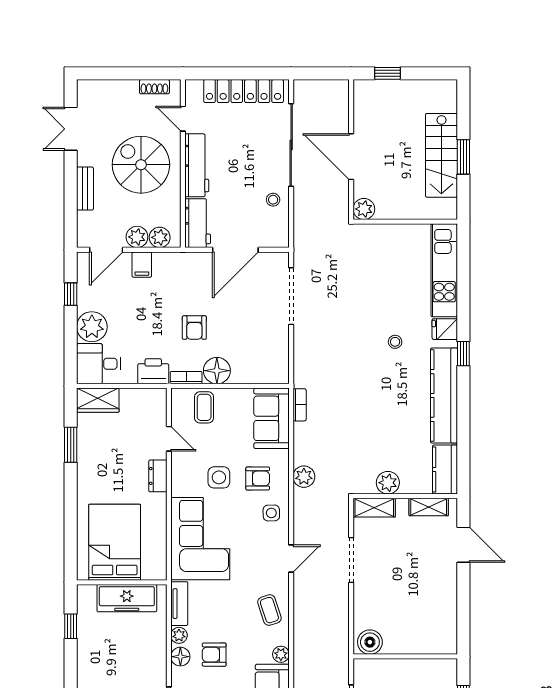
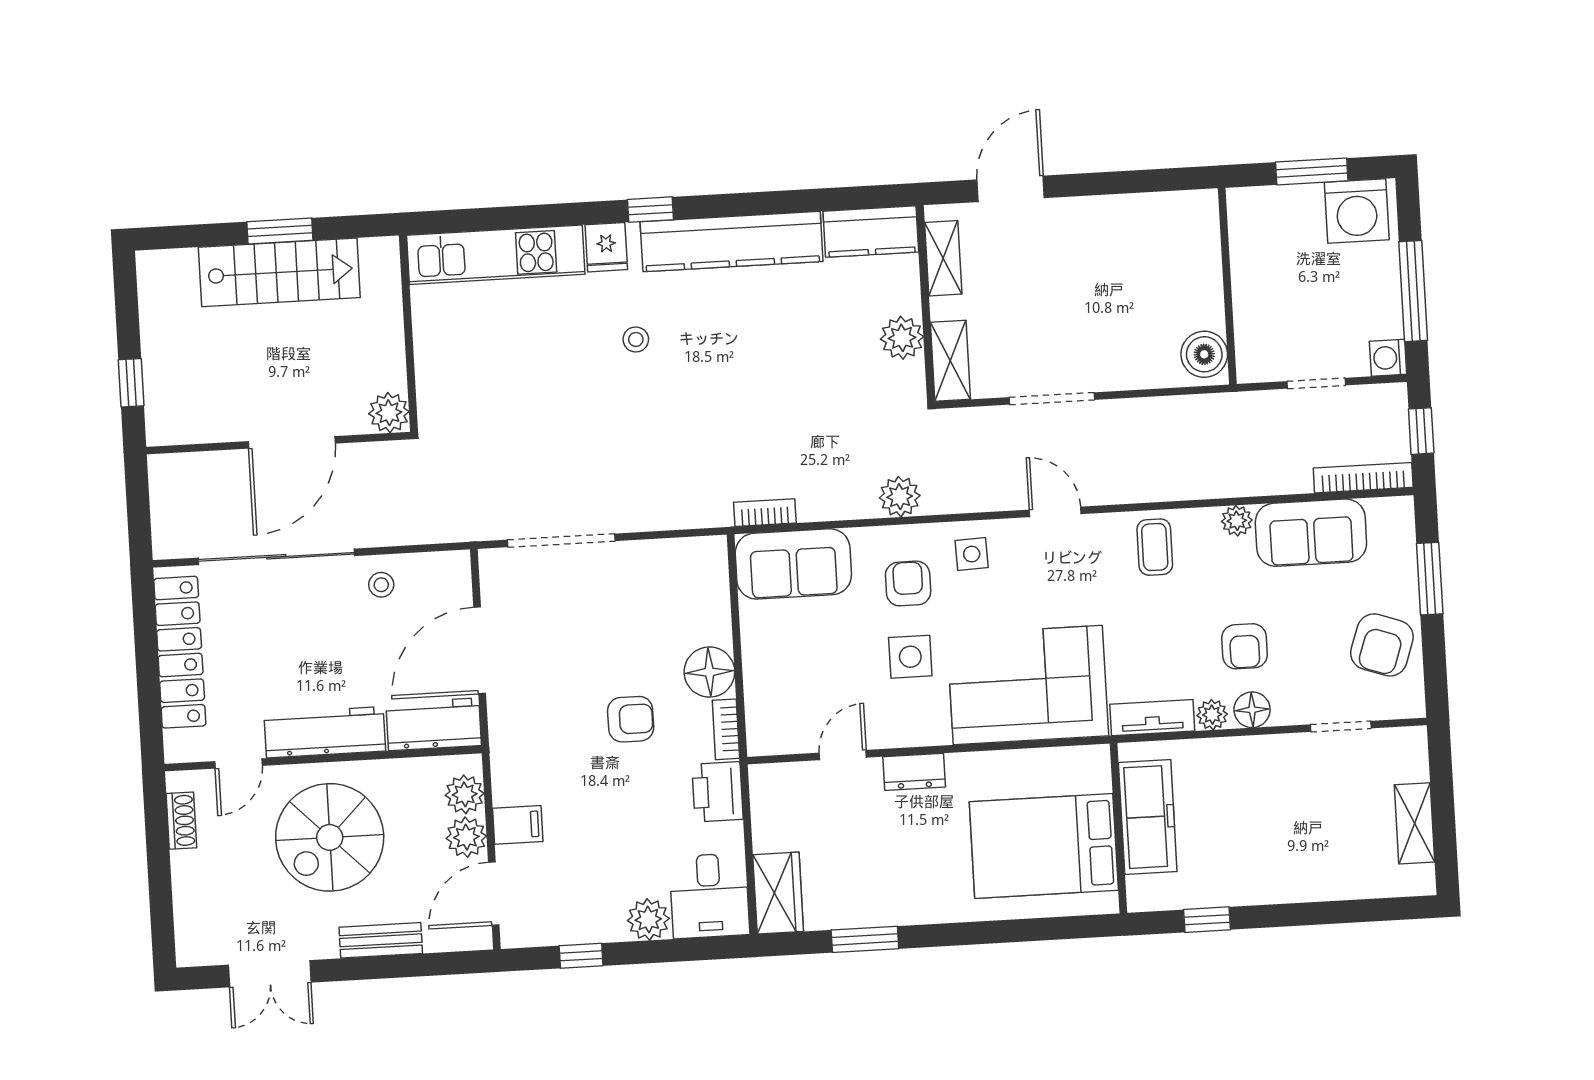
door: (106, 250) -> (494, 894), swing flipped
door: (235, 250) -> (480, 650), swing flipped
plant: (92, 327) -> (648, 919), width x0.73, depth x0.73
coffee table: (204, 407) -> (780, 692), removed
coffee table: (269, 610) -> (1155, 547), turned -72

